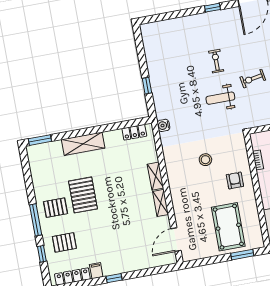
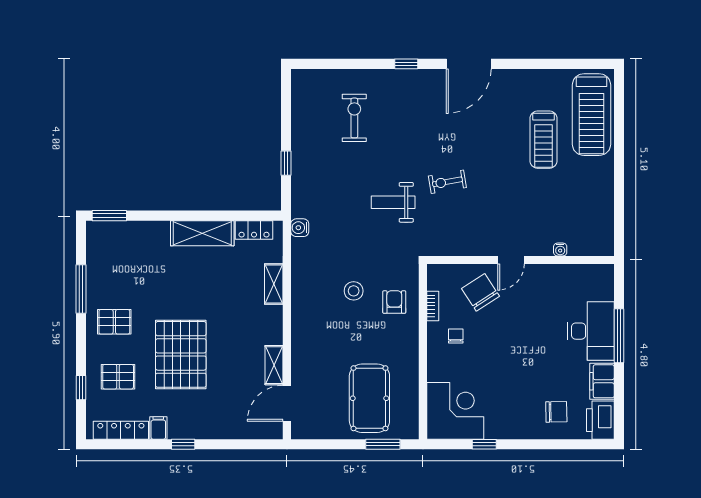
exercise bike: (216, 61) -> (354, 118), moved, width x1.38, depth x1.39
shelving: (83, 144) -> (202, 233), moved
shelving: (156, 176) -> (274, 284), moved
armchair: (235, 180) -> (394, 302), moved
pallet: (83, 195) -> (181, 354), moved, width x1.37, depth x1.41
shelving: (161, 203) -> (274, 365), moved
window: (36, 220) -> (81, 289), moved

